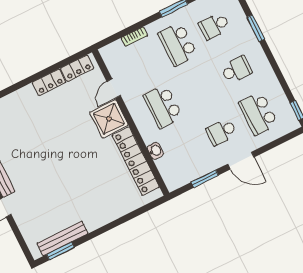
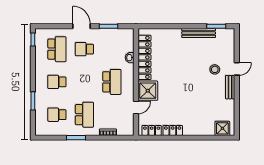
school desk: (214, 26) -> (57, 115), turned 180
school desk: (222, 132) -> (84, 49), turned 180
stool: (34, 192) -> (215, 69), added
bench: (63, 238) -> (199, 33), moved

